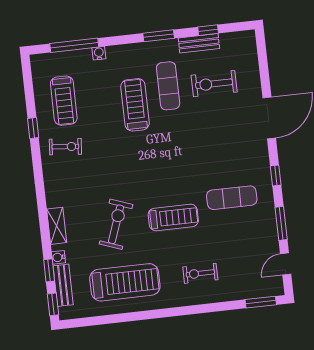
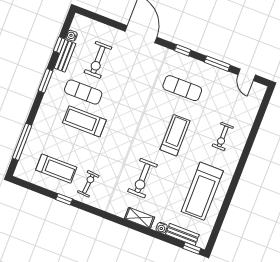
water cooler: (99, 53) -> (72, 36), moved
exercise mat: (232, 198) -> (182, 88), turned 90
exercise bike: (116, 224) -> (143, 178), moved, turned -110
window: (49, 270) -> (167, 239), removed
treadmill: (125, 282) -> (202, 191), turned 180
window: (261, 302) -> (264, 105), removed

